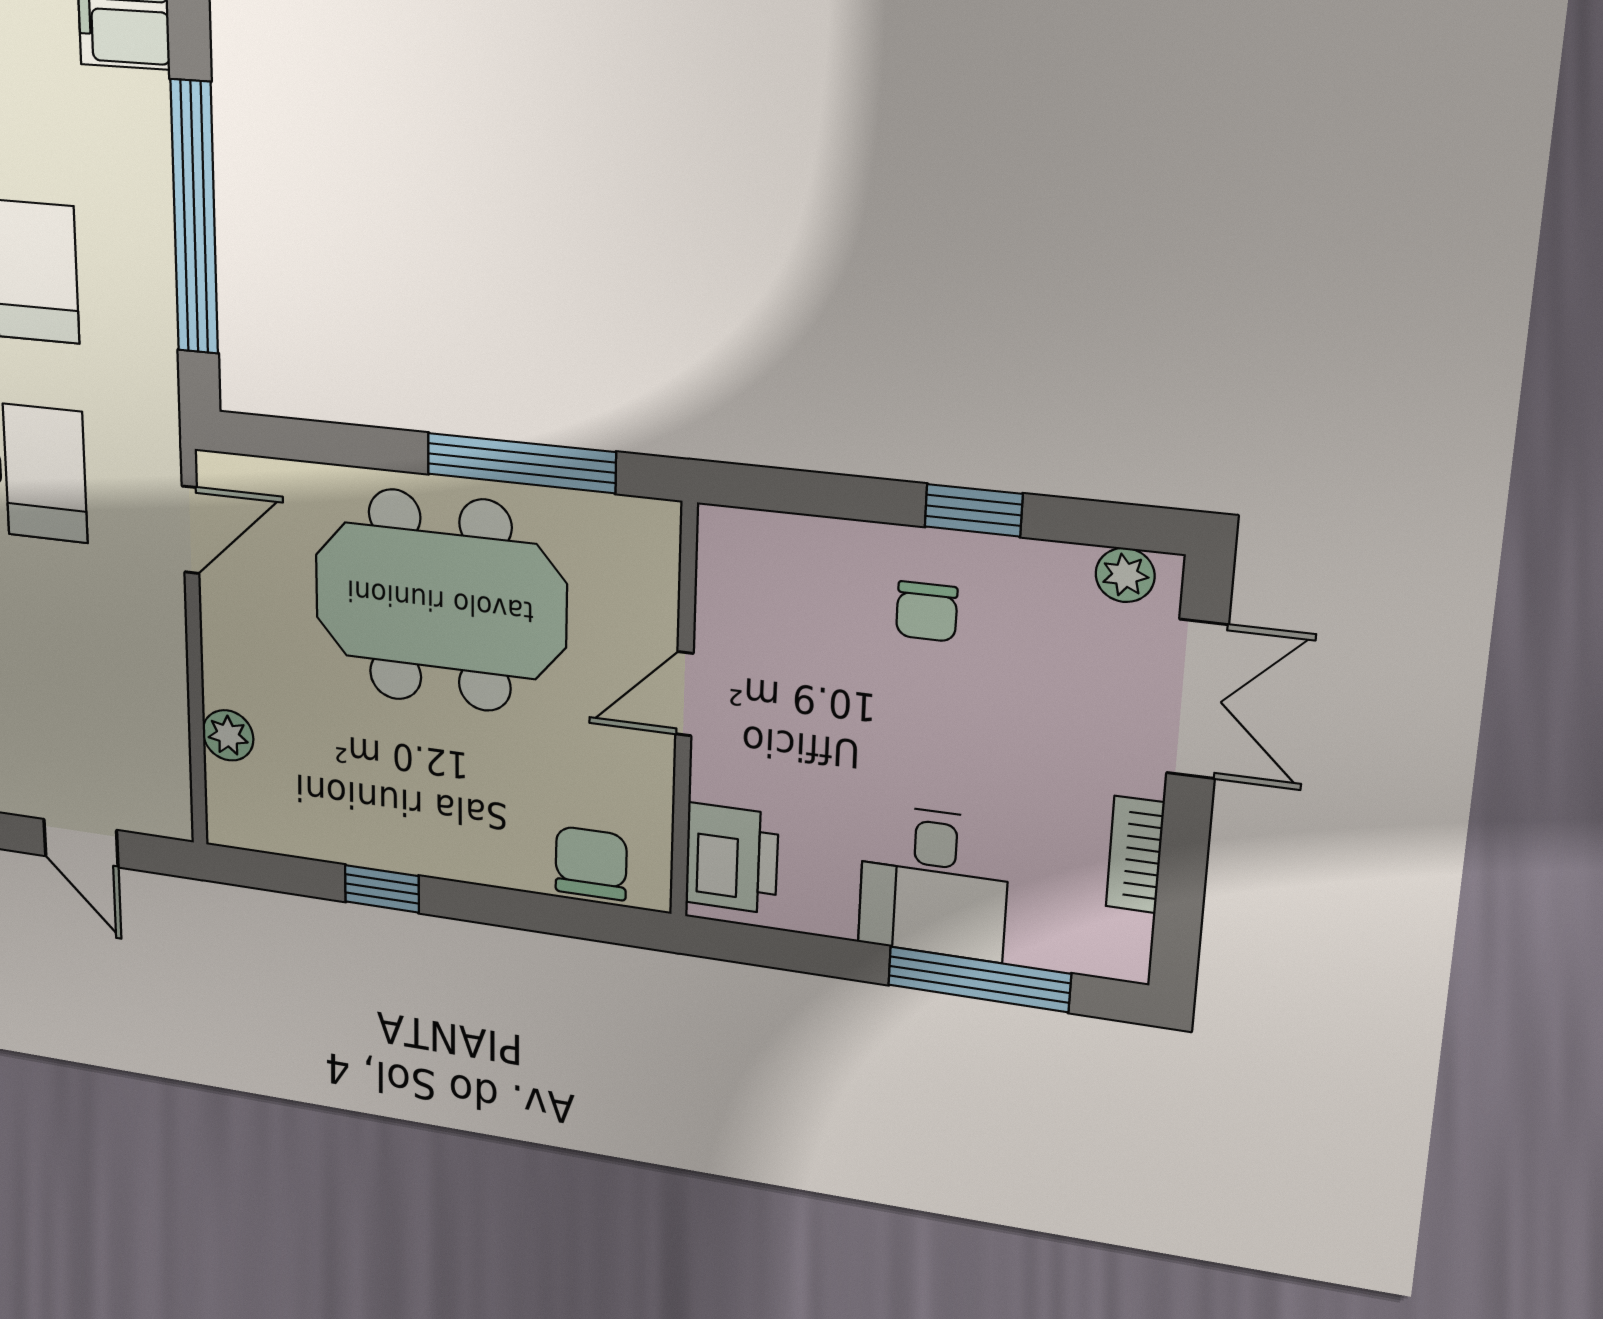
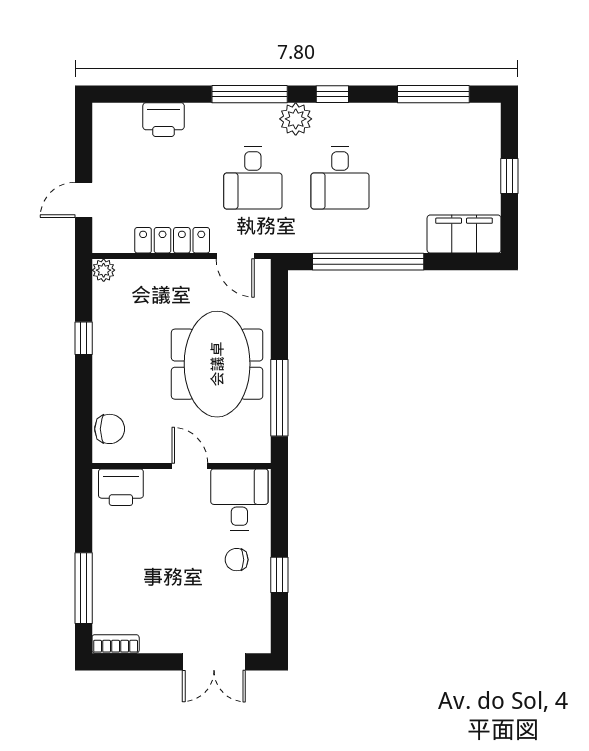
plant: (1125, 575) -> (260, 632), removed
locker: (160, 666) -> (172, 240), added
plant: (228, 735) -> (104, 270), moved
bookcase: (1135, 855) -> (116, 644), moved
desk: (934, 883) -> (239, 500), moved, turned 90

